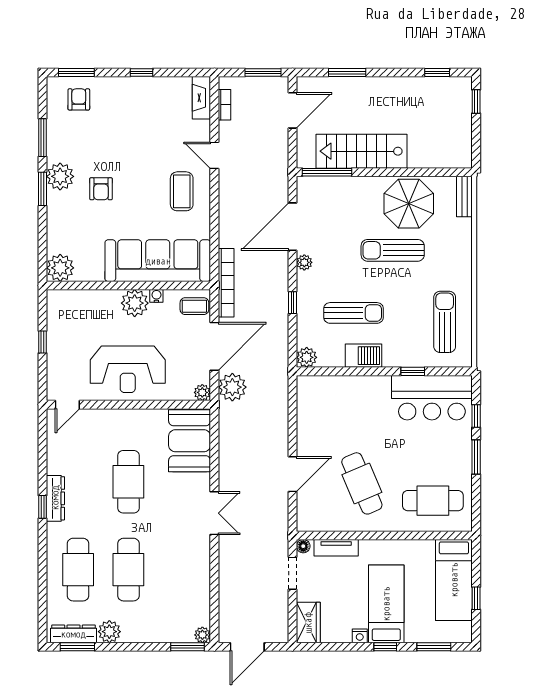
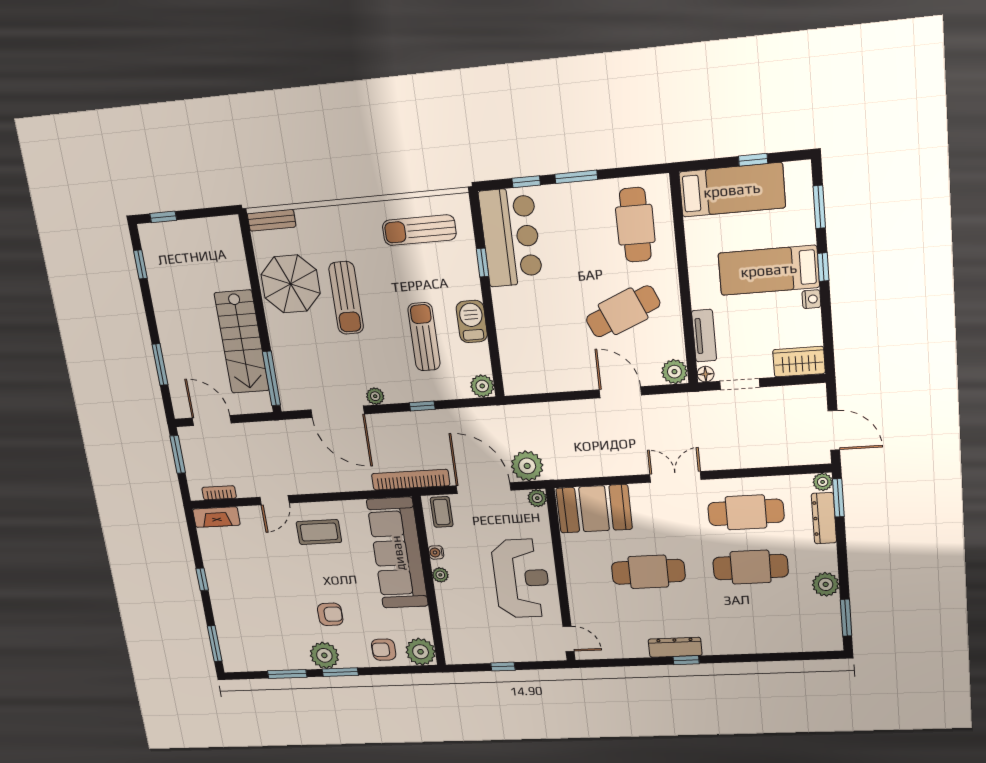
armchair: (79, 99) -> (384, 650), moved
plant: (135, 303) -> (440, 575), width x0.53, depth x0.53
plant: (307, 521) -> (674, 372), added
cafe table: (78, 570) -> (746, 512), moved
dresser: (73, 634) -> (824, 518), moved

